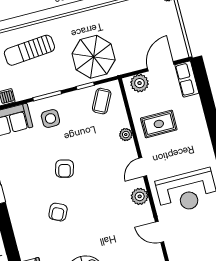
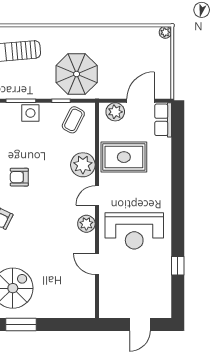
side table: (50, 118) -> (30, 113), moved
rug: (159, 124) -> (124, 157), width x1.36, depth x1.43
plant: (126, 135) -> (83, 165), width x1.87, depth x1.87
armchair: (65, 169) -> (19, 177), turned 75

